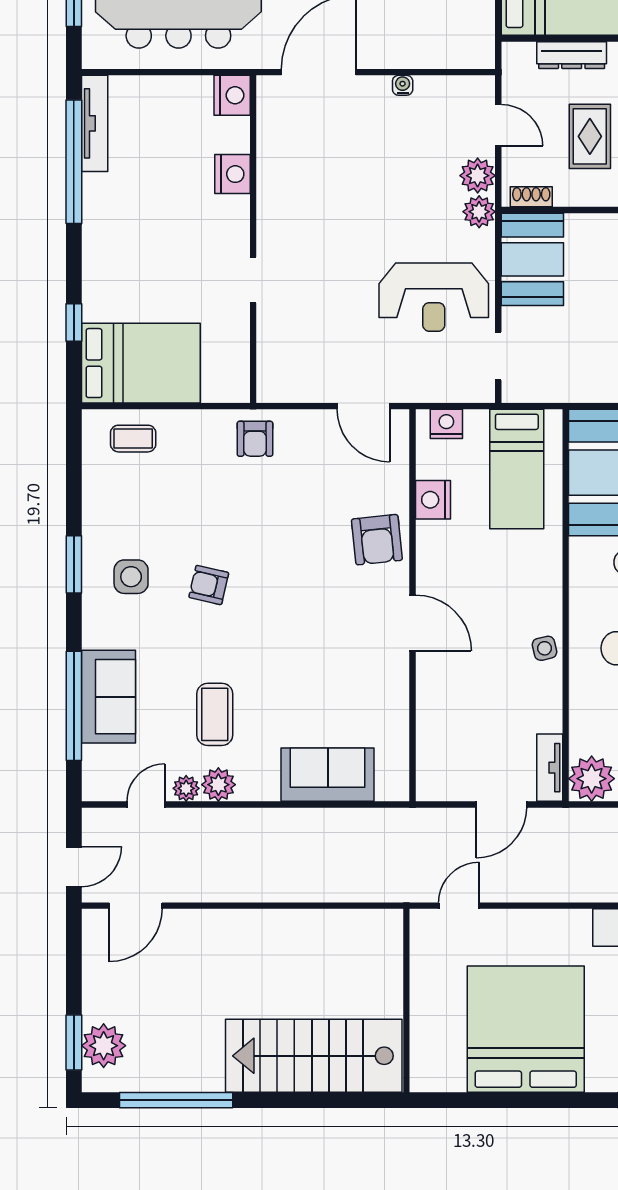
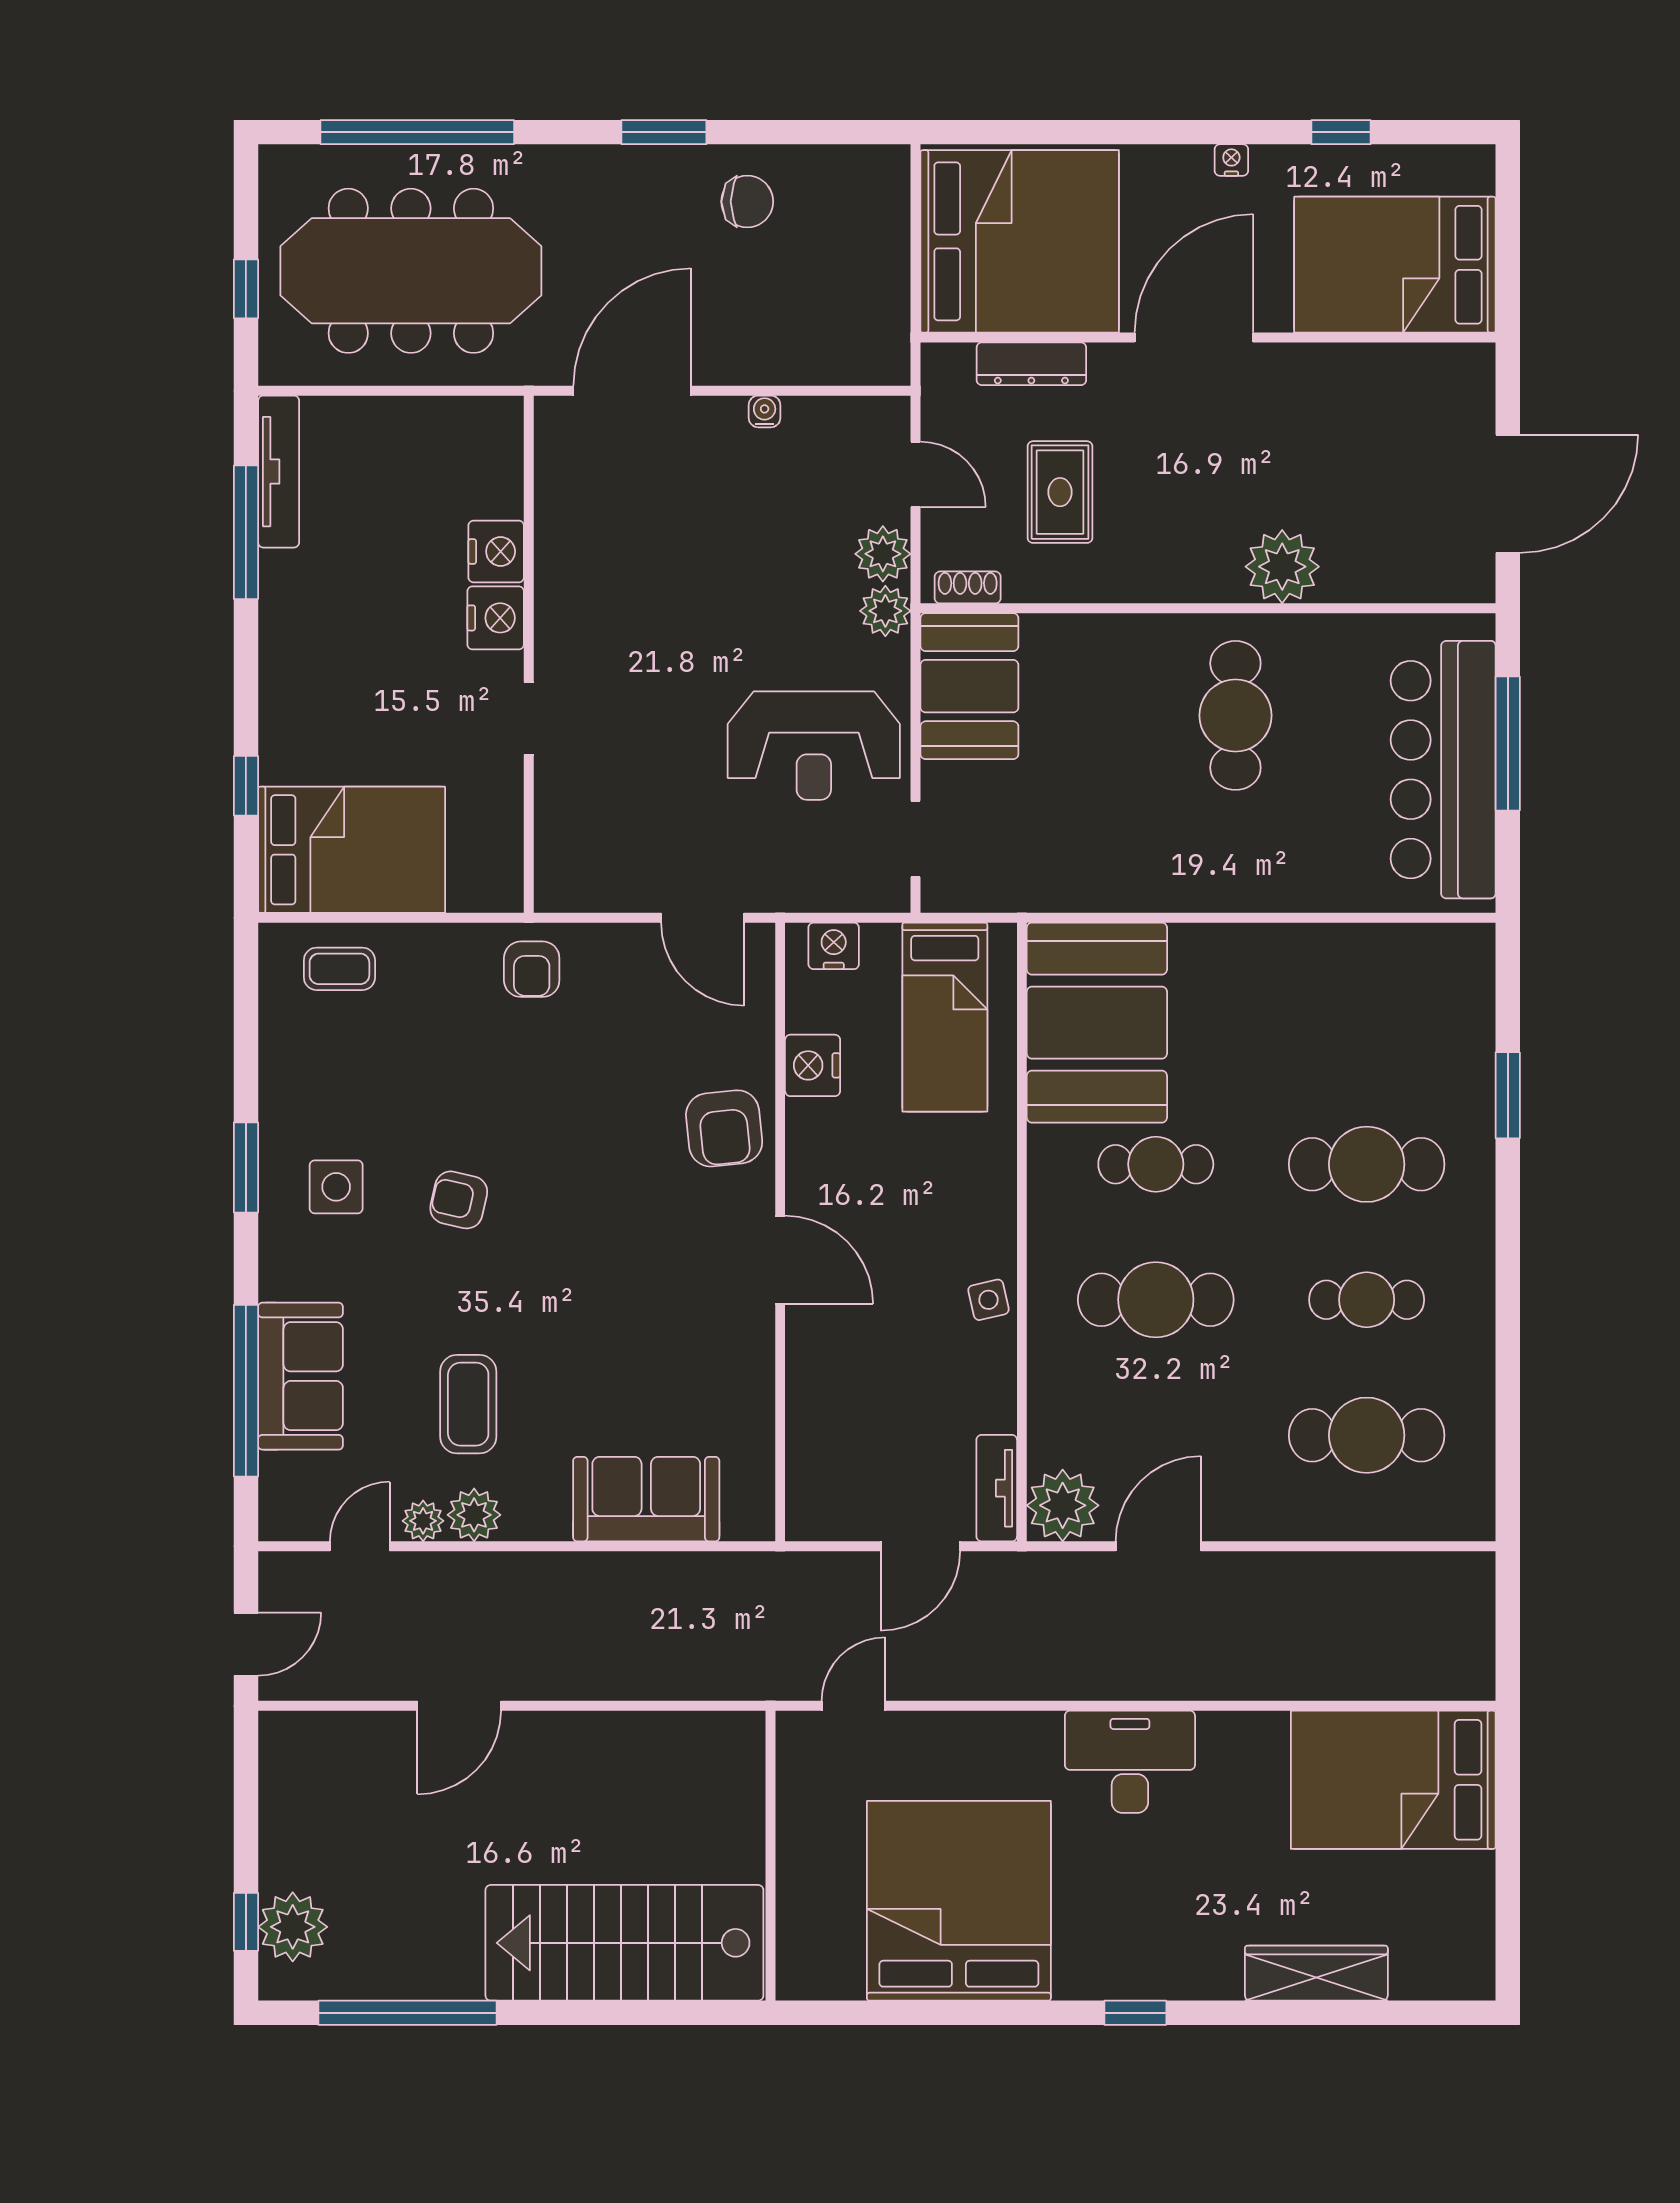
nightstand: (232, 95) -> (496, 618), moved
window: (74, 162) -> (246, 532), width x0.68
door: (136, 906) -> (459, 1706), moved
window: (74, 1043) -> (246, 1922), width x0.67

